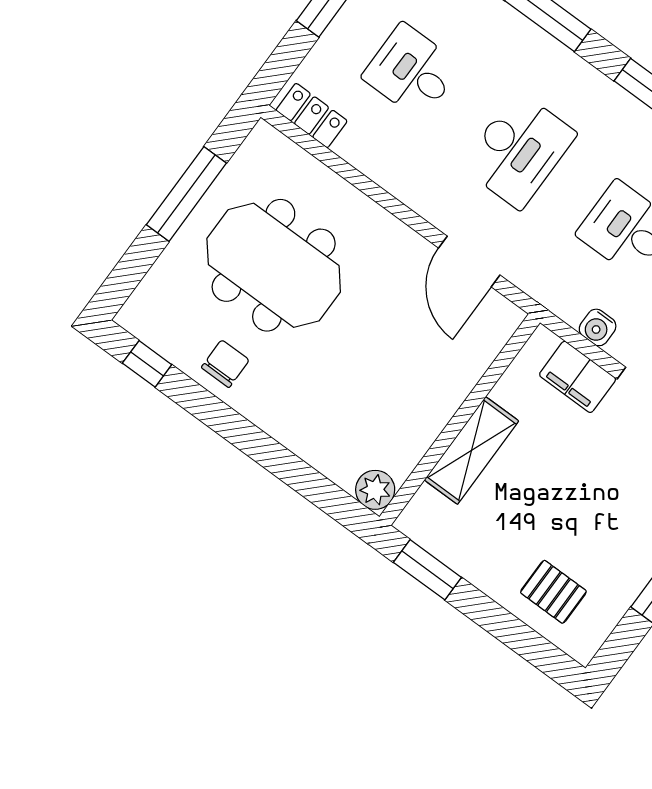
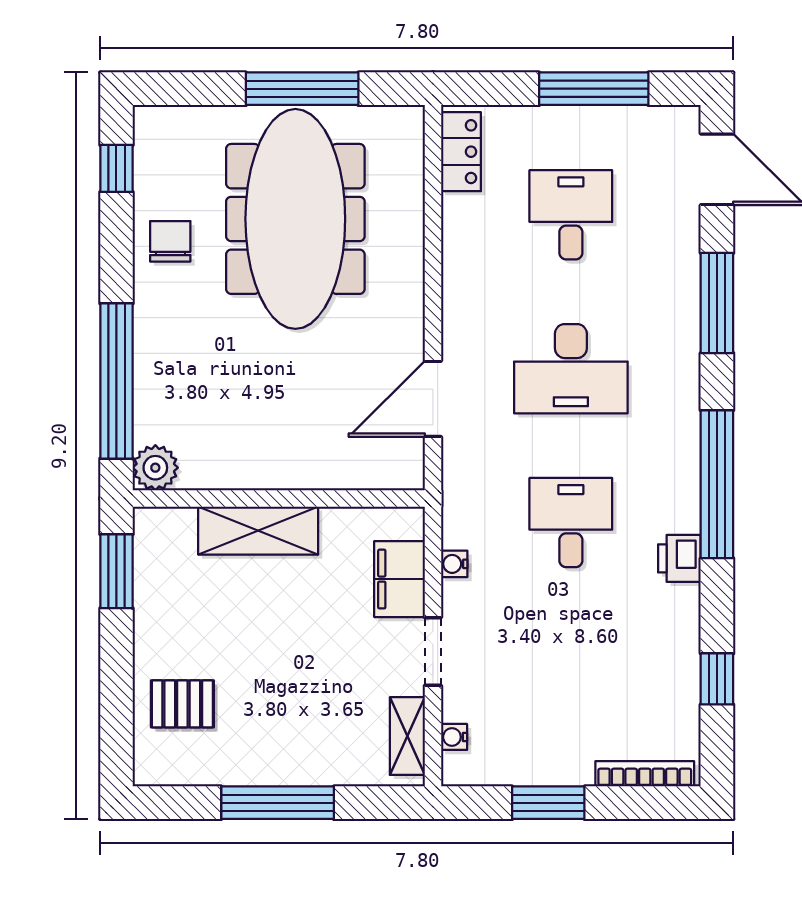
meeting table: (274, 265) -> (295, 219), width x1.36
water cooler: (598, 327) -> (454, 564), width x0.72, depth x0.72
chair: (225, 364) -> (170, 241), turned -90
window: (295, 473) -> (116, 381), added
pallet: (553, 592) -> (182, 704), turned 90

